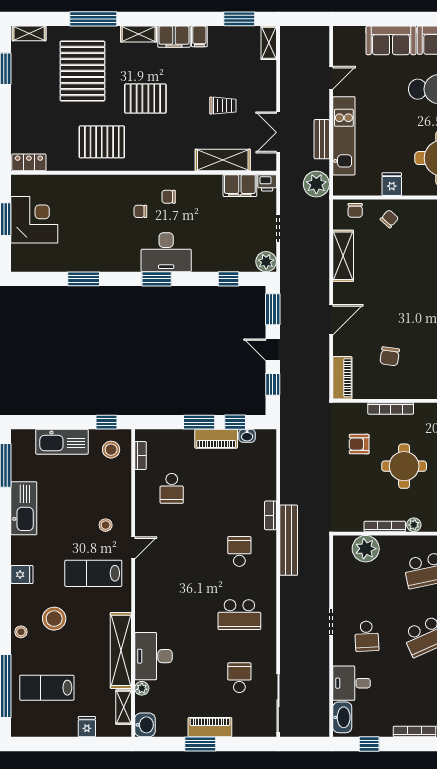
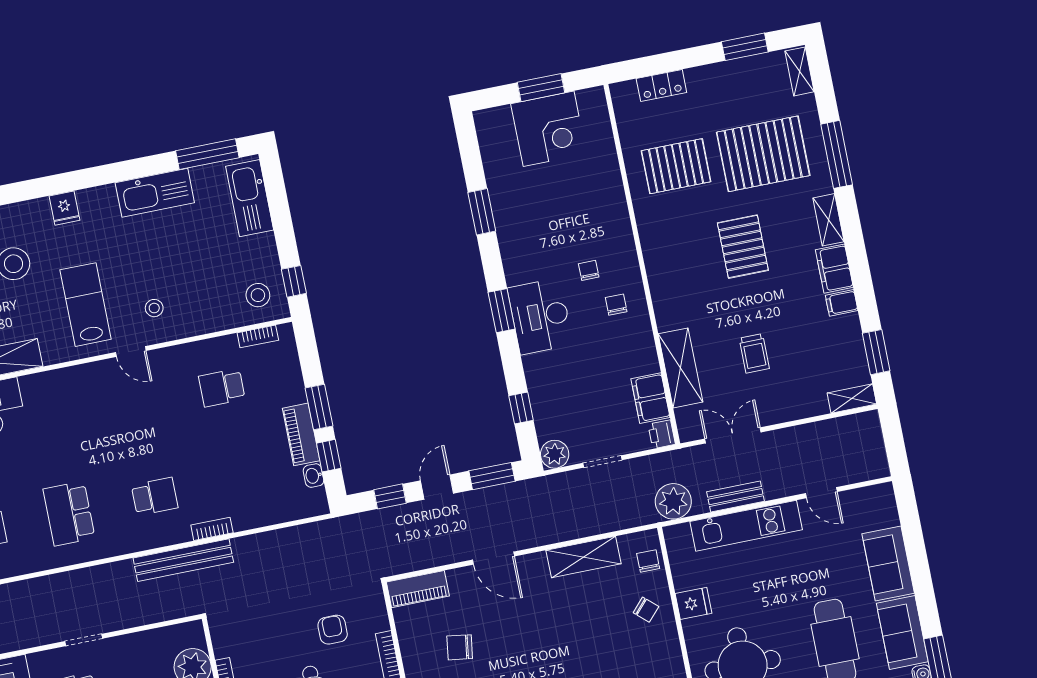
pallet: (102, 142) -> (676, 166), moved, turned 90
locker: (29, 162) -> (661, 85), moved, turned 90
chair: (355, 210) -> (648, 561), turned 90
kitchen sink: (62, 442) -> (250, 198), moved

